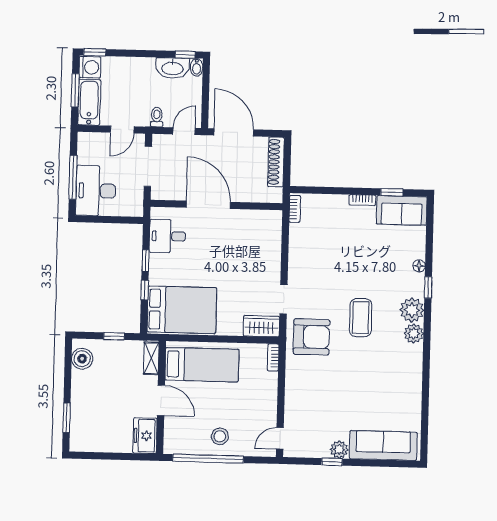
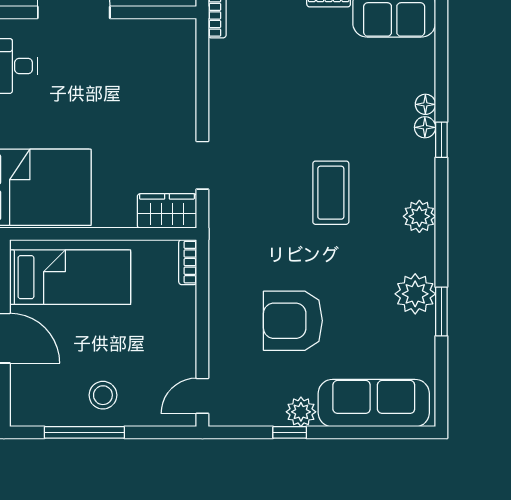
floor lamp: (418, 280) -> (425, 127), added
plant: (412, 310) -> (415, 294), moved
armchair: (311, 337) -> (293, 321), moved, turned 180
window: (425, 391) -> (441, 312), added
window: (208, 459) -> (84, 432), width x0.68

